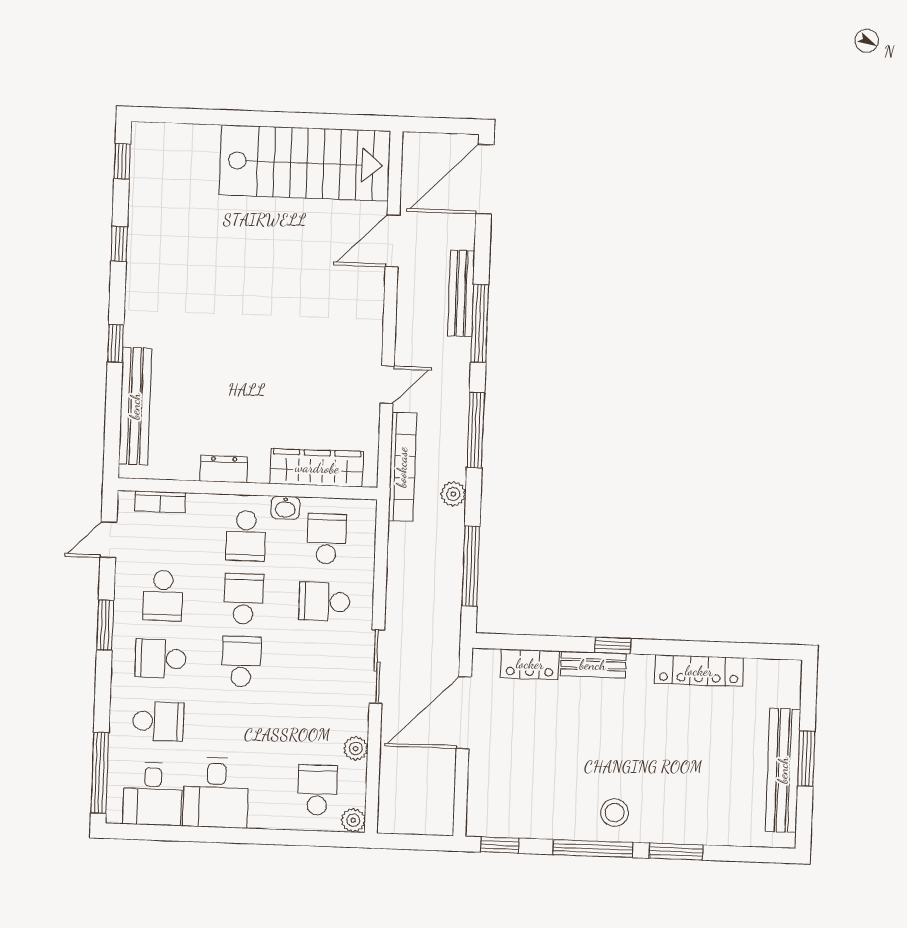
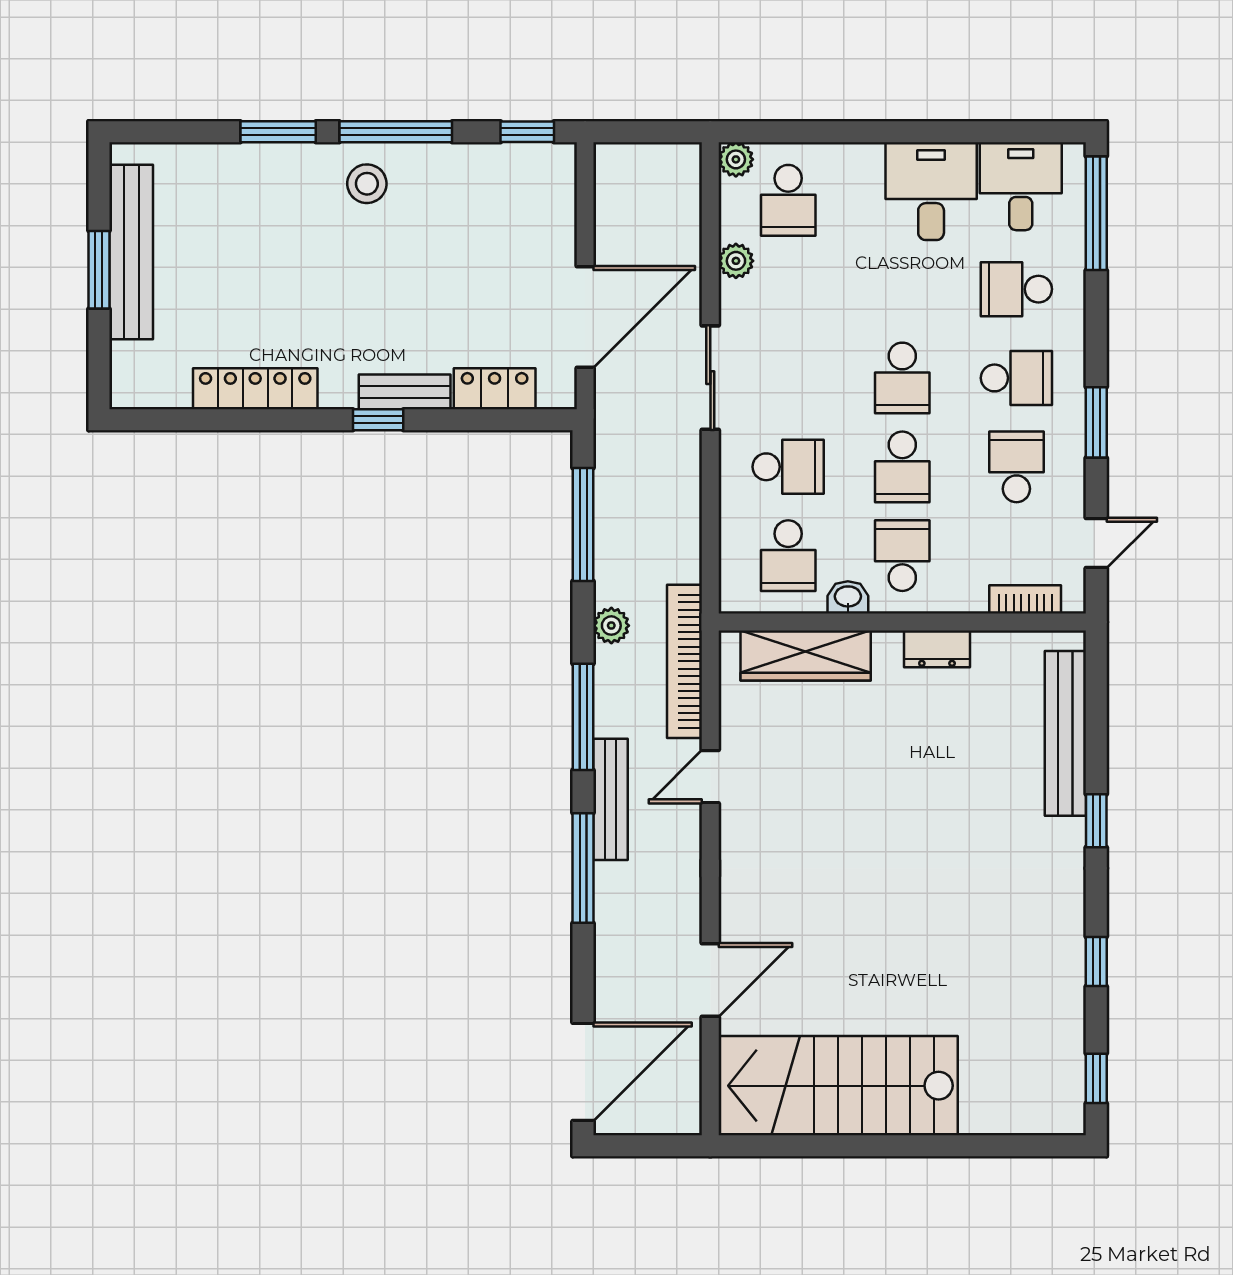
bench: (461, 293) -> (610, 799), moved

